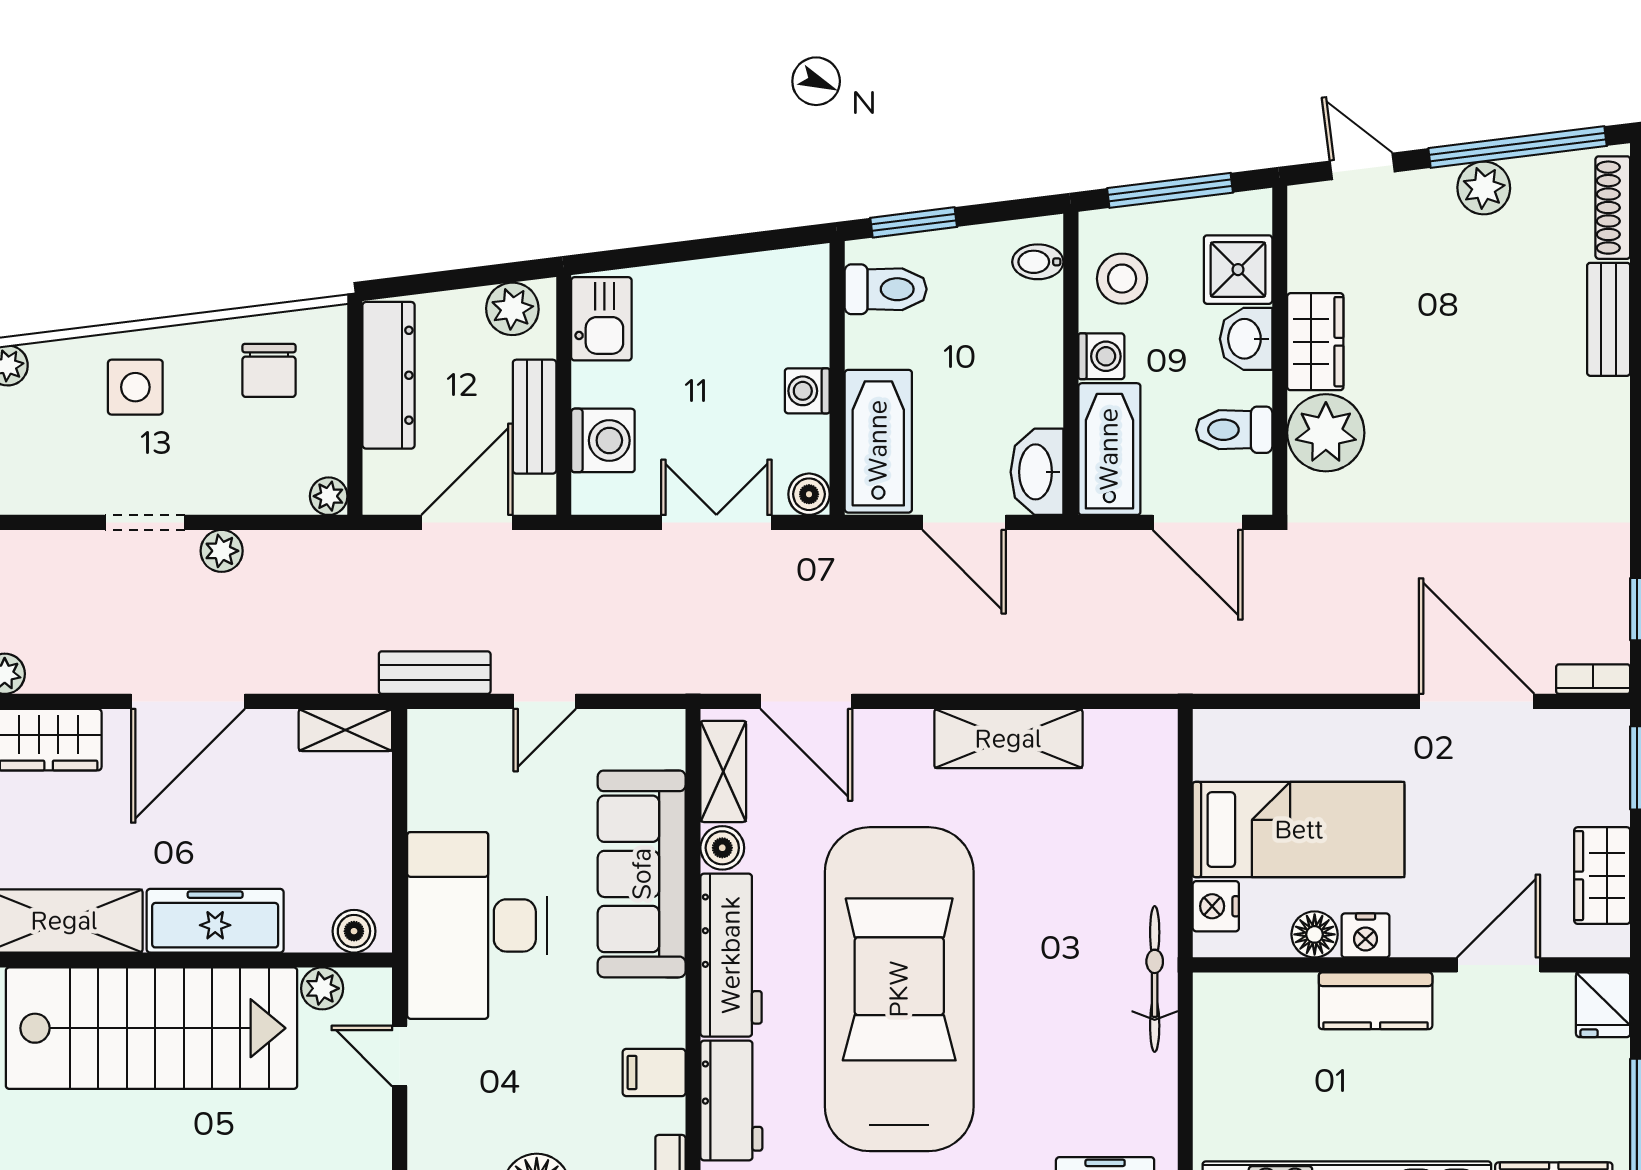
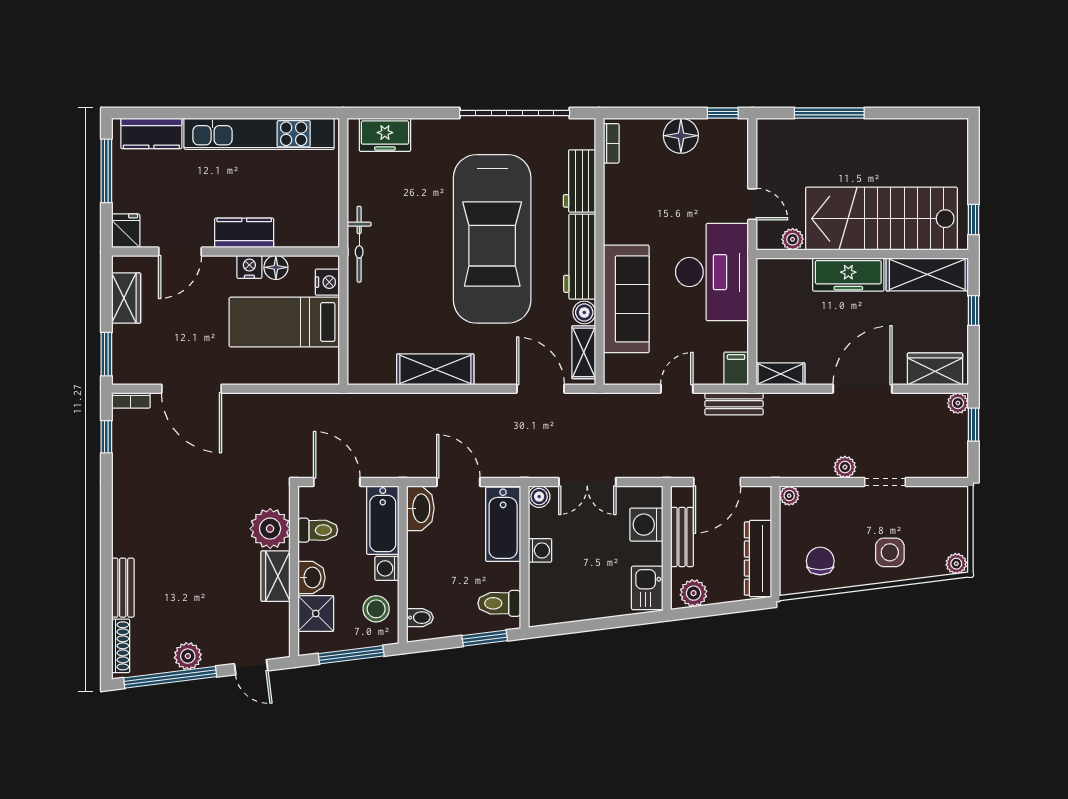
boiler: (354, 931) -> (776, 269), removed
filing cabinet: (654, 1072) -> (736, 368), moved, turned -90

